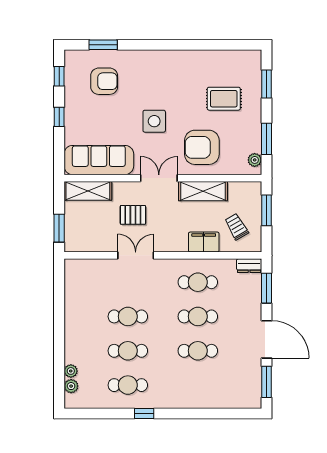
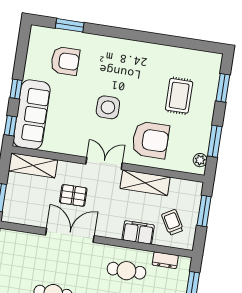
window: (59, 76) -> (10, 126), moved
rug: (224, 99) -> (179, 96), turned 90
armchair: (202, 147) -> (150, 140), turned 180
sofa: (99, 160) -> (32, 114), moved, turned 90
double door: (136, 255) -> (70, 235), width x1.37
dresser: (249, 266) -> (165, 260), moved

